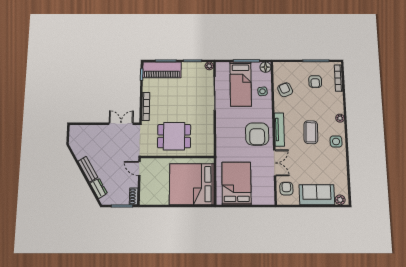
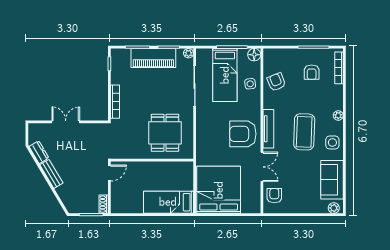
piano: (162, 70) -> (153, 58), moved
double door: (121, 124) -> (66, 122), moved
coffee table: (311, 132) -> (304, 132), width x1.36, depth x1.32
armchair: (257, 134) -> (243, 134), turned 90
dining table: (174, 136) -> (165, 133), moved, turned 90
door: (139, 168) -> (109, 173), swing flipped
bed: (236, 183) -> (219, 190), width x1.36
bed: (192, 184) -> (168, 202), width x0.49
dresser: (99, 188) -> (39, 152), moved
sofa: (317, 195) -> (332, 180), moved, turned -90

